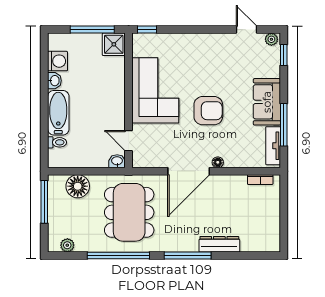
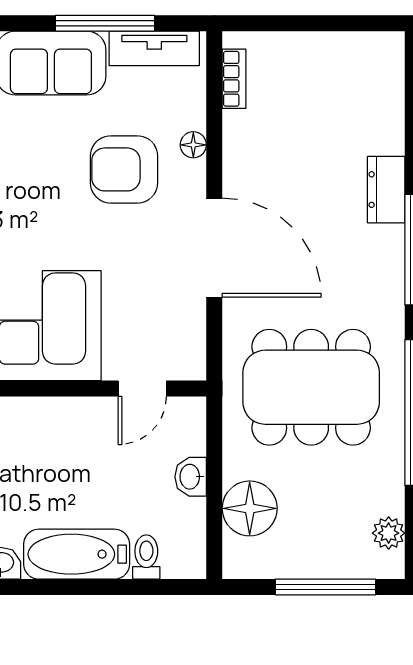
armchair: (208, 111) -> (124, 169), moved, turned -90
washbasin: (117, 161) -> (191, 477), moved
floor lamp: (218, 162) -> (193, 145), moved
window: (44, 202) -> (325, 587), moved
dresser: (219, 244) -> (386, 190), width x0.70

